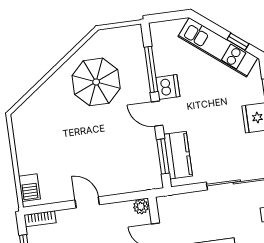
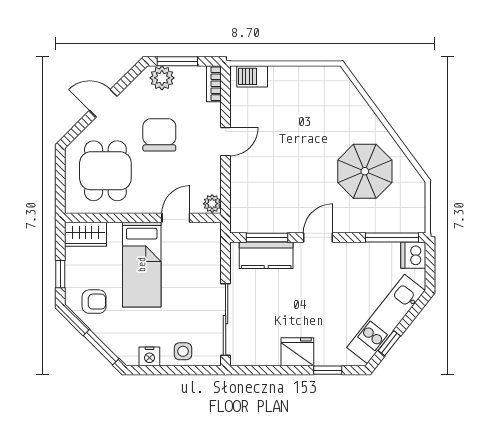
window: (151, 69) -> (392, 237), moved
dishwasher: (168, 87) -> (413, 255), moved, turned 90

